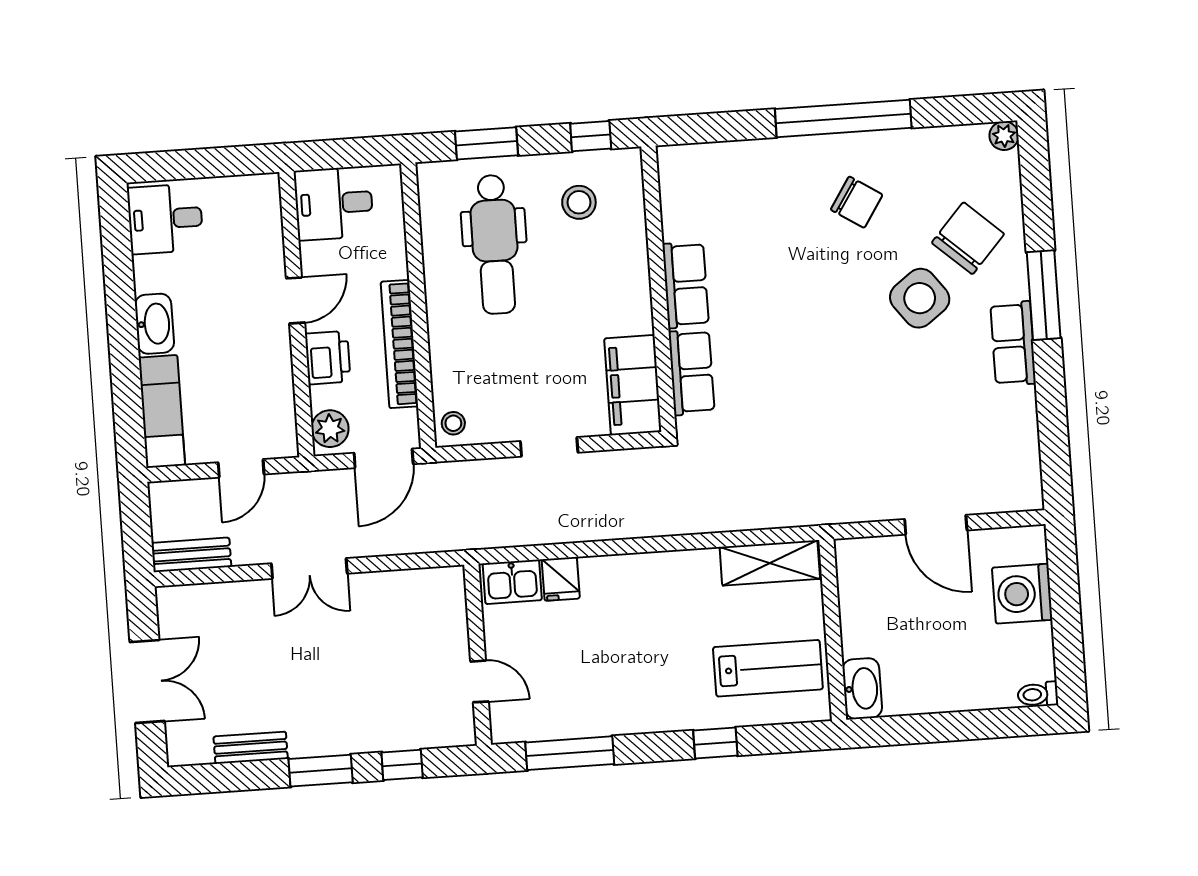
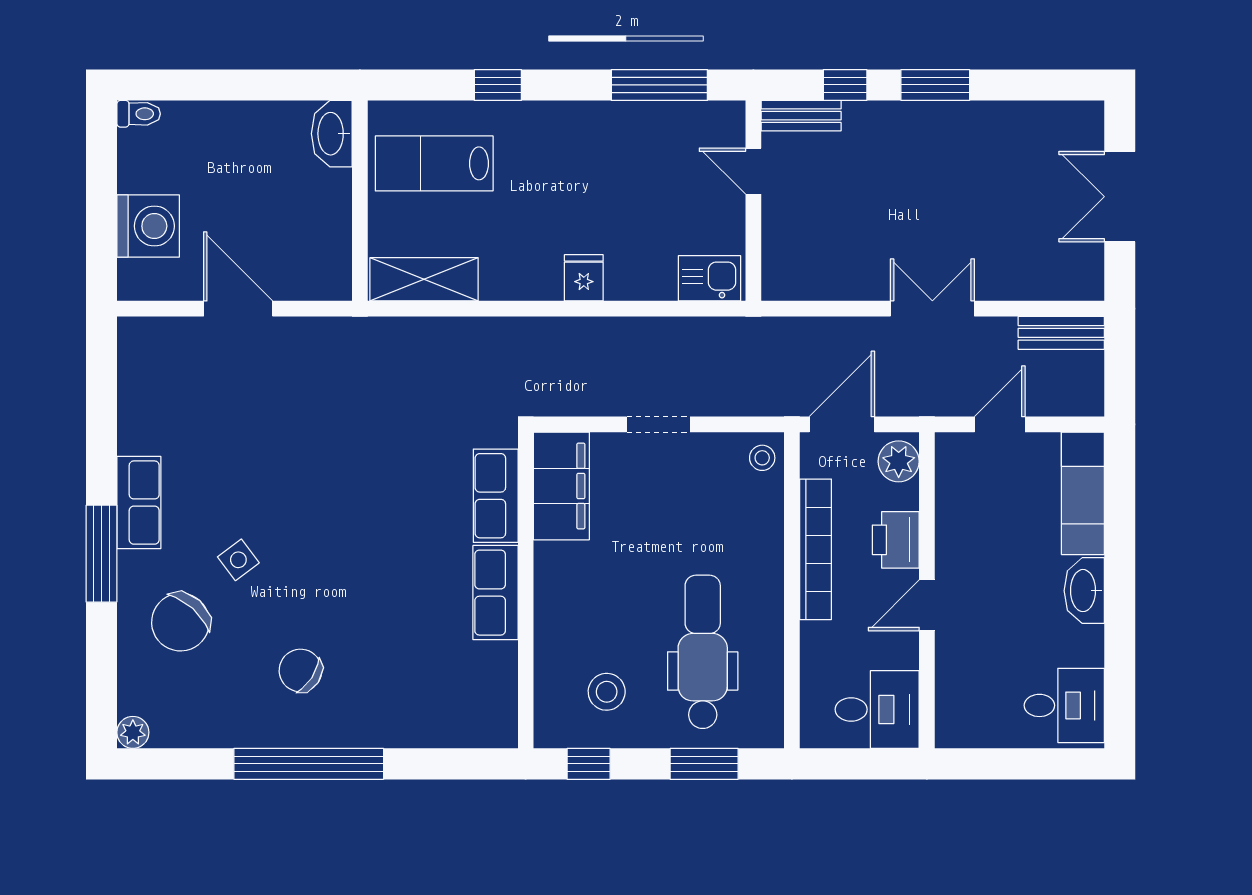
side table: (920, 298) -> (238, 560), width x0.54, depth x0.54
fridge: (561, 579) -> (584, 278), moved
bench: (251, 748) -> (801, 116), moved

